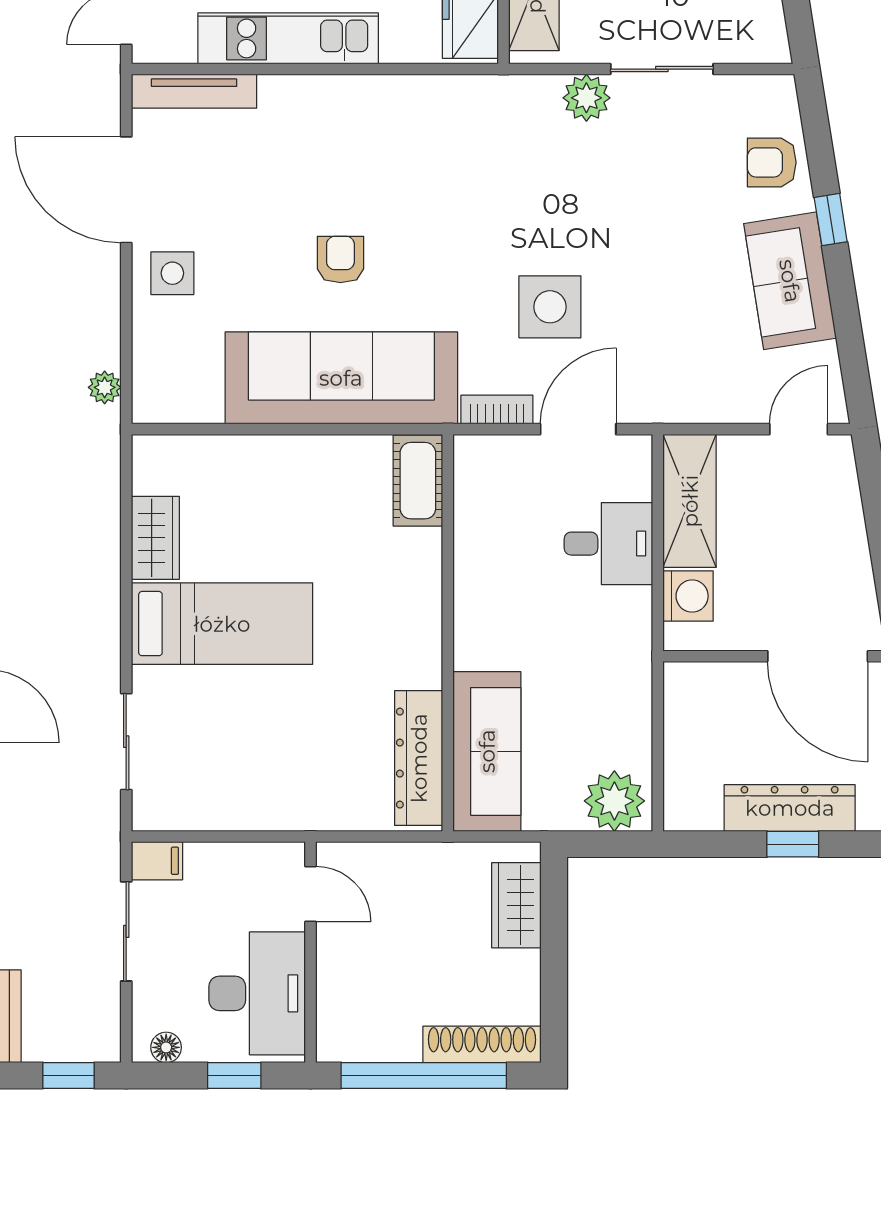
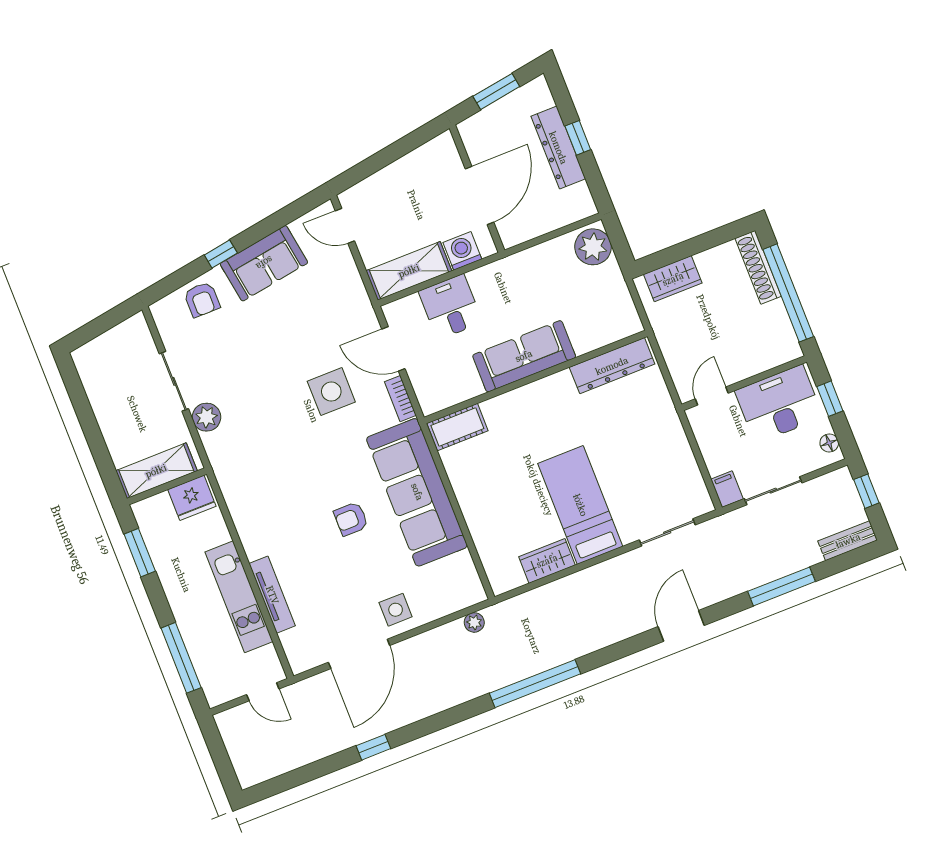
tv unit: (194, 91) -> (272, 595), moved
door: (818, 656) -> (479, 195), moved
sofa: (487, 751) -> (524, 356), moved

